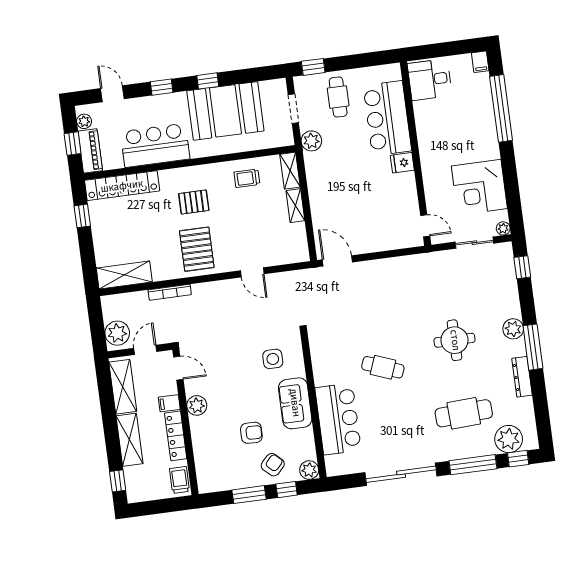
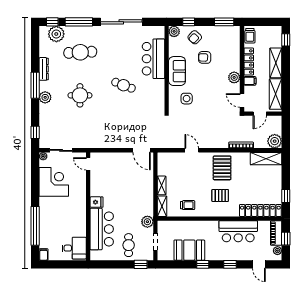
booth: (225, 111) -> (189, 250), width x0.73, depth x0.70
plant: (117, 333) -> (275, 141), moved
window: (249, 495) -> (224, 22), moved

